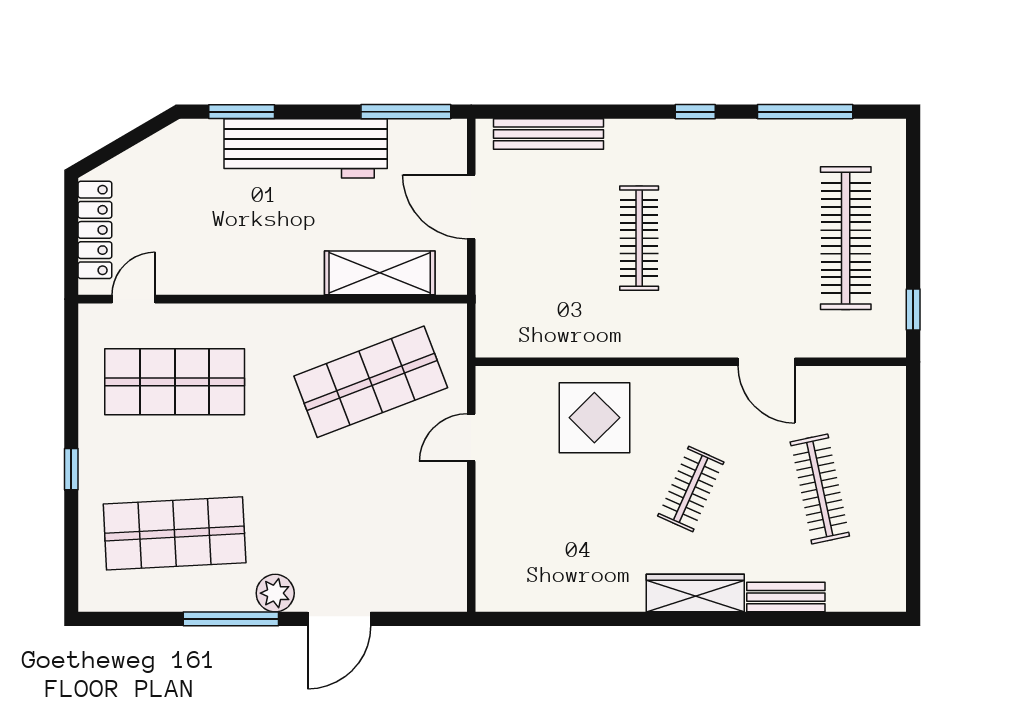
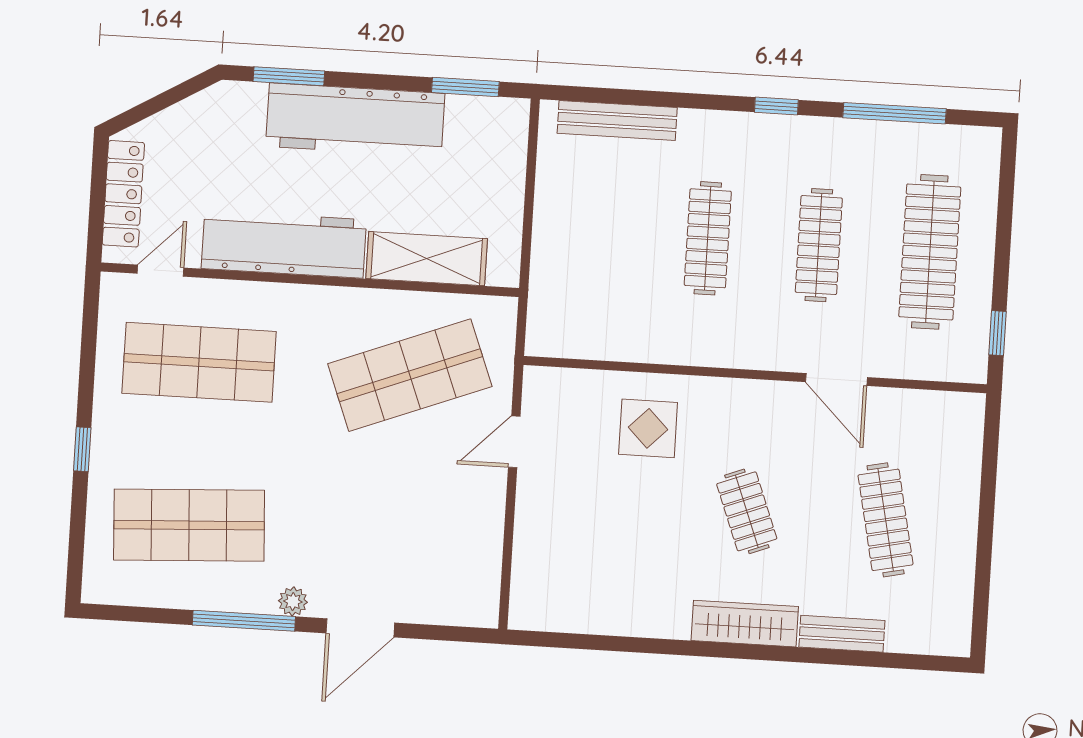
window: (406, 112) -> (465, 87), width x0.69
door: (471, 207) -> (529, 194), removed
clothes rail: (742, 238) -> (819, 245), added
workbench: (247, 267) -> (284, 244), added
display table: (594, 418) -> (648, 428), width x0.73, depth x0.73
clothes rail: (691, 489) -> (747, 511), turned -45
plant: (275, 593) -> (293, 601), width x0.73, depth x0.73

